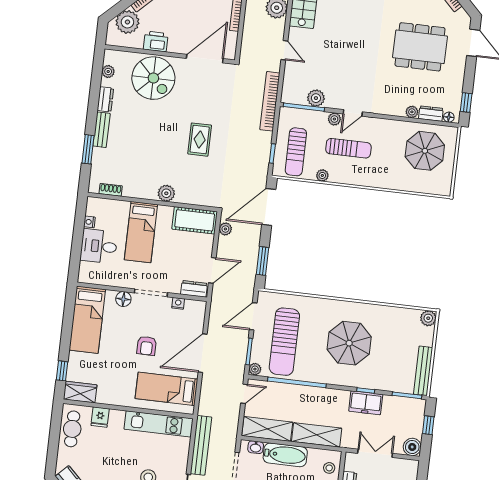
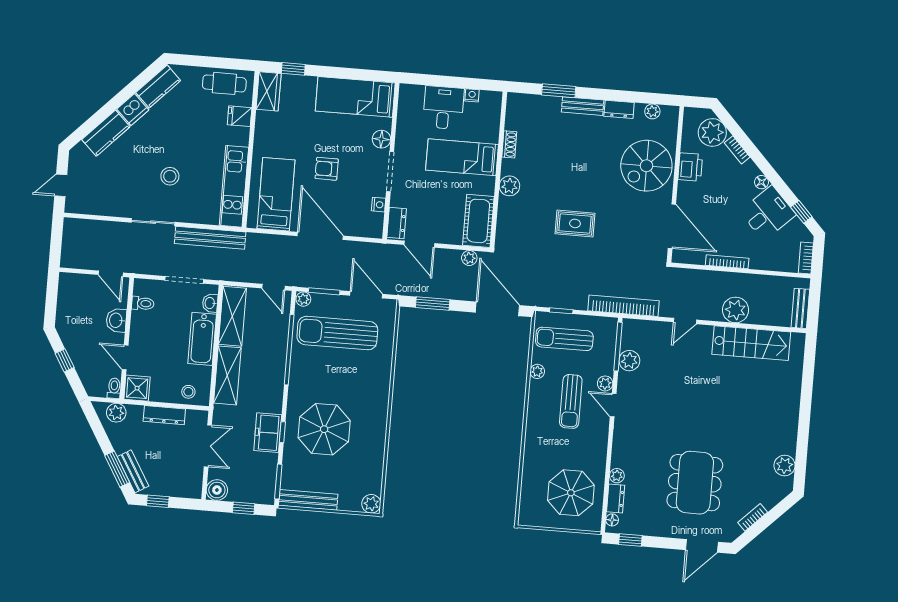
shoe rack: (111, 190) -> (509, 144), moved
parasol: (349, 343) -> (324, 429), moved

